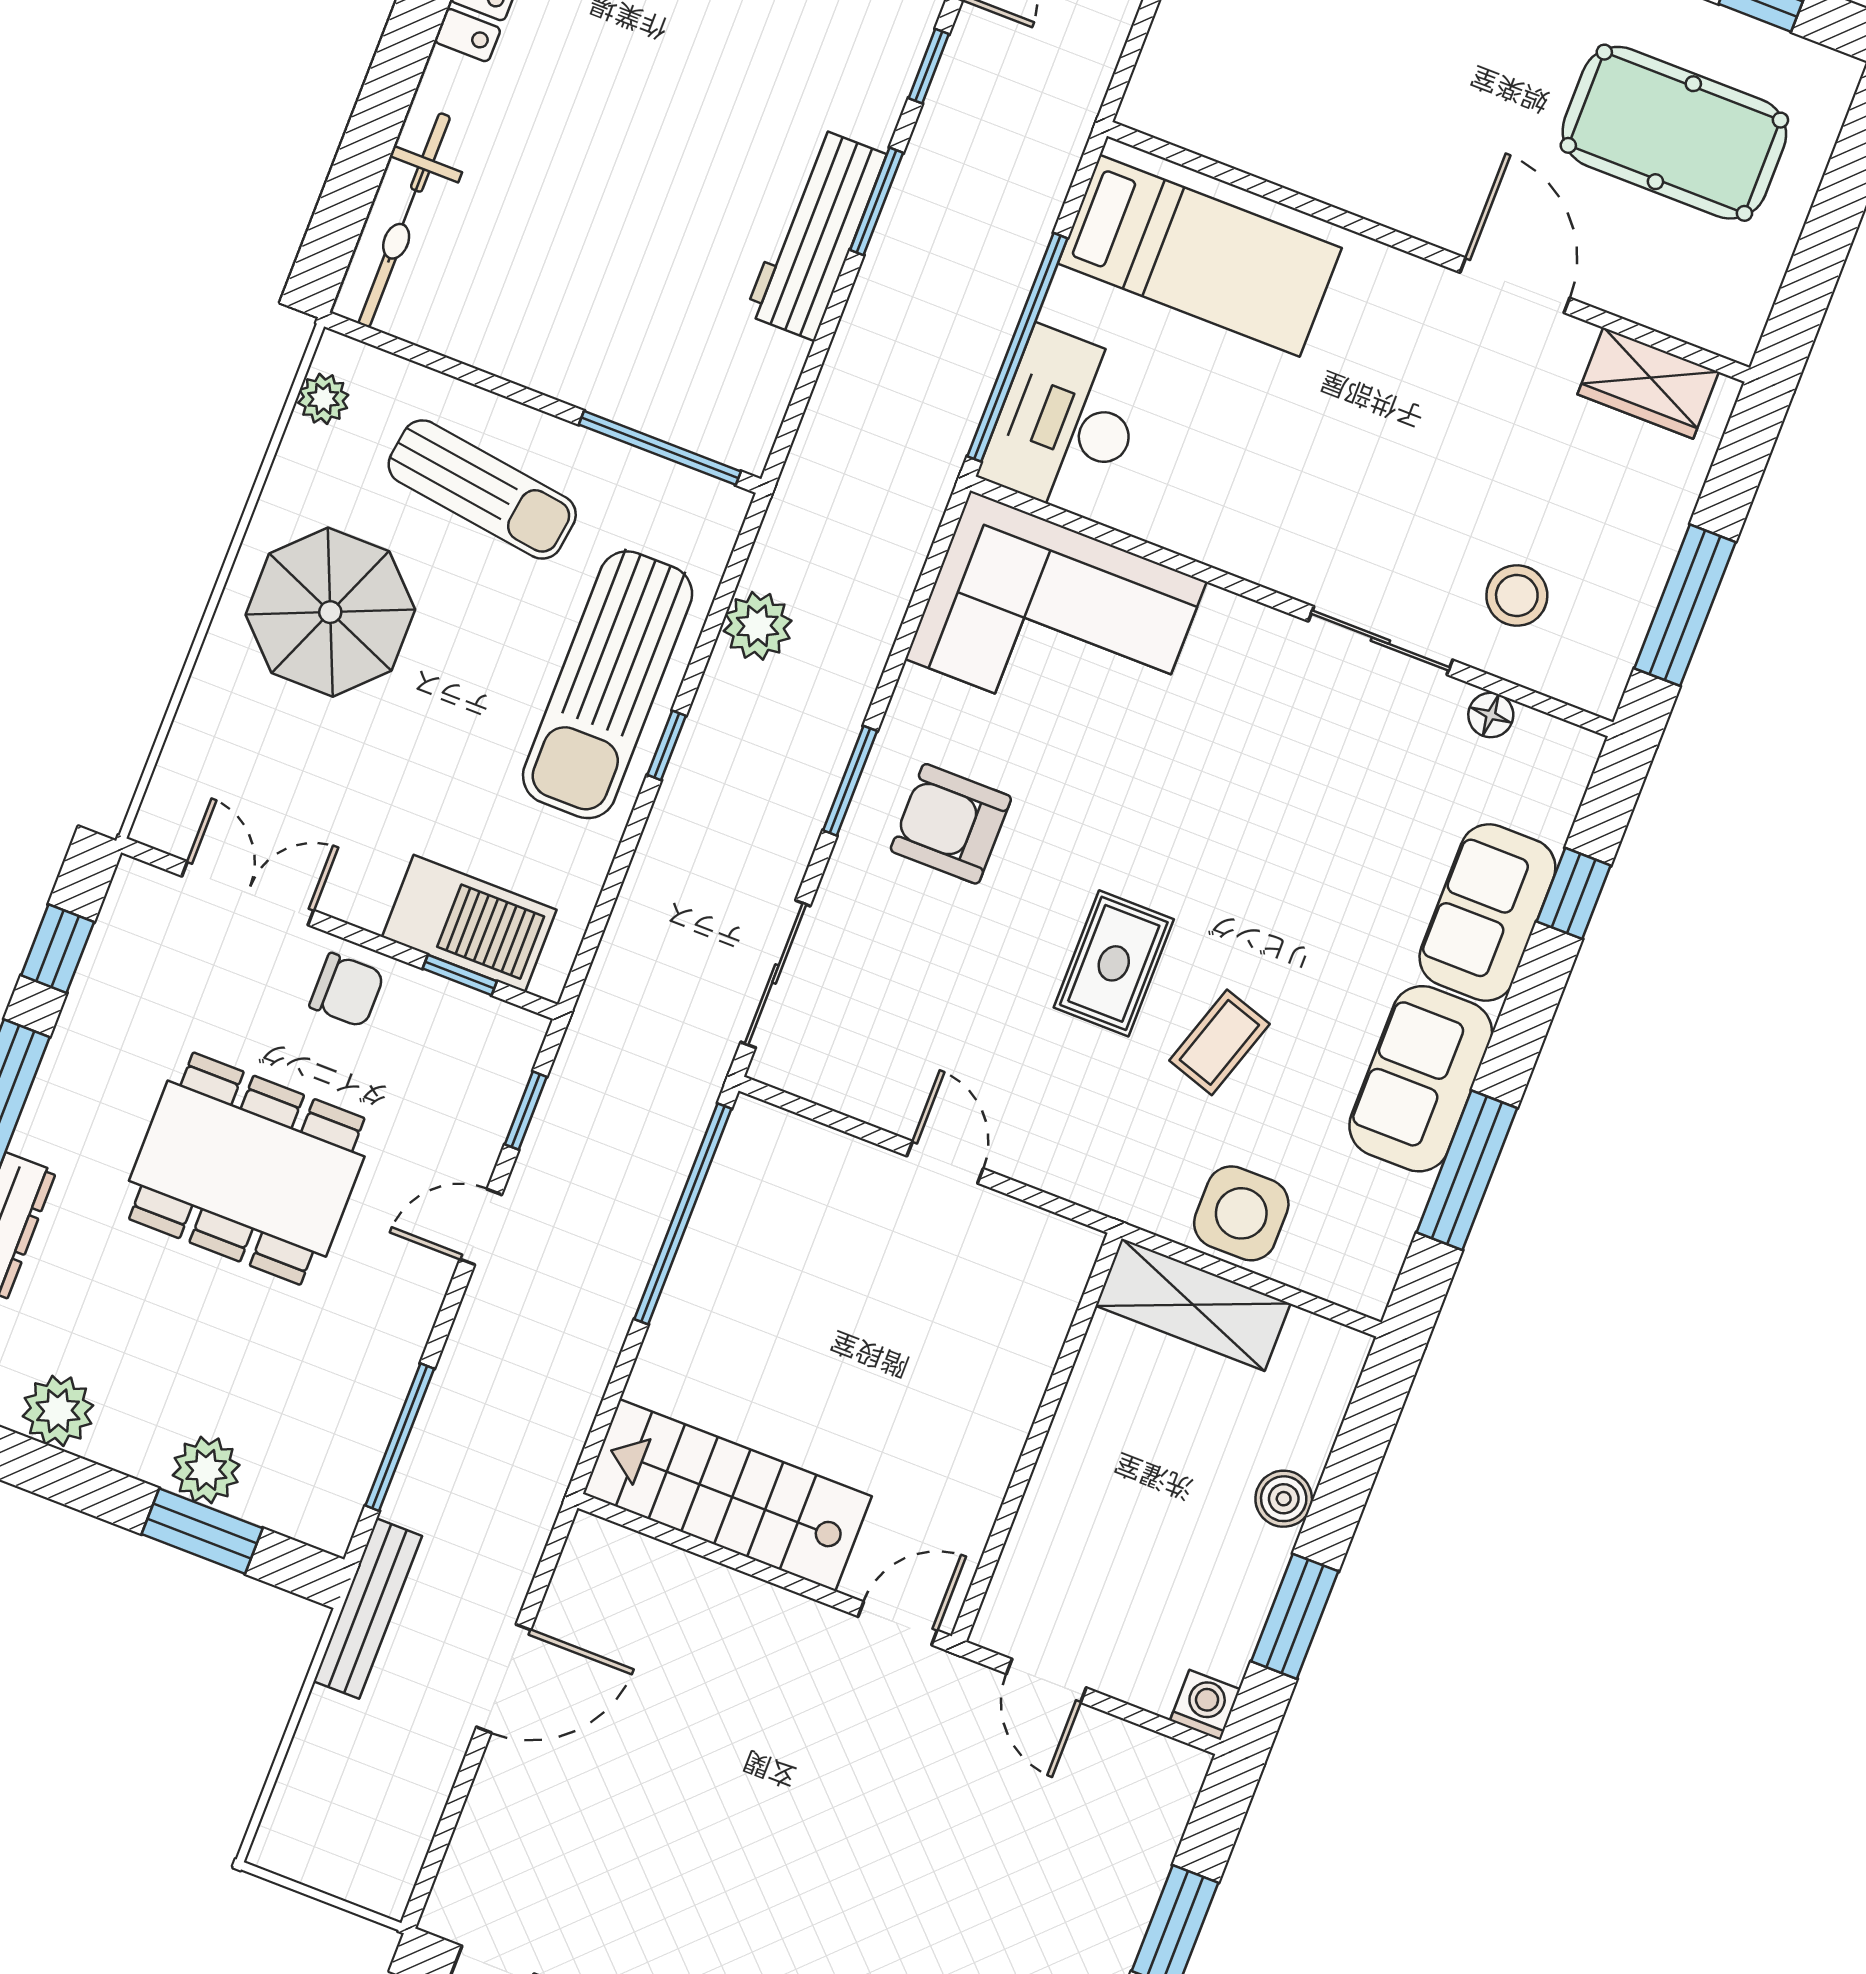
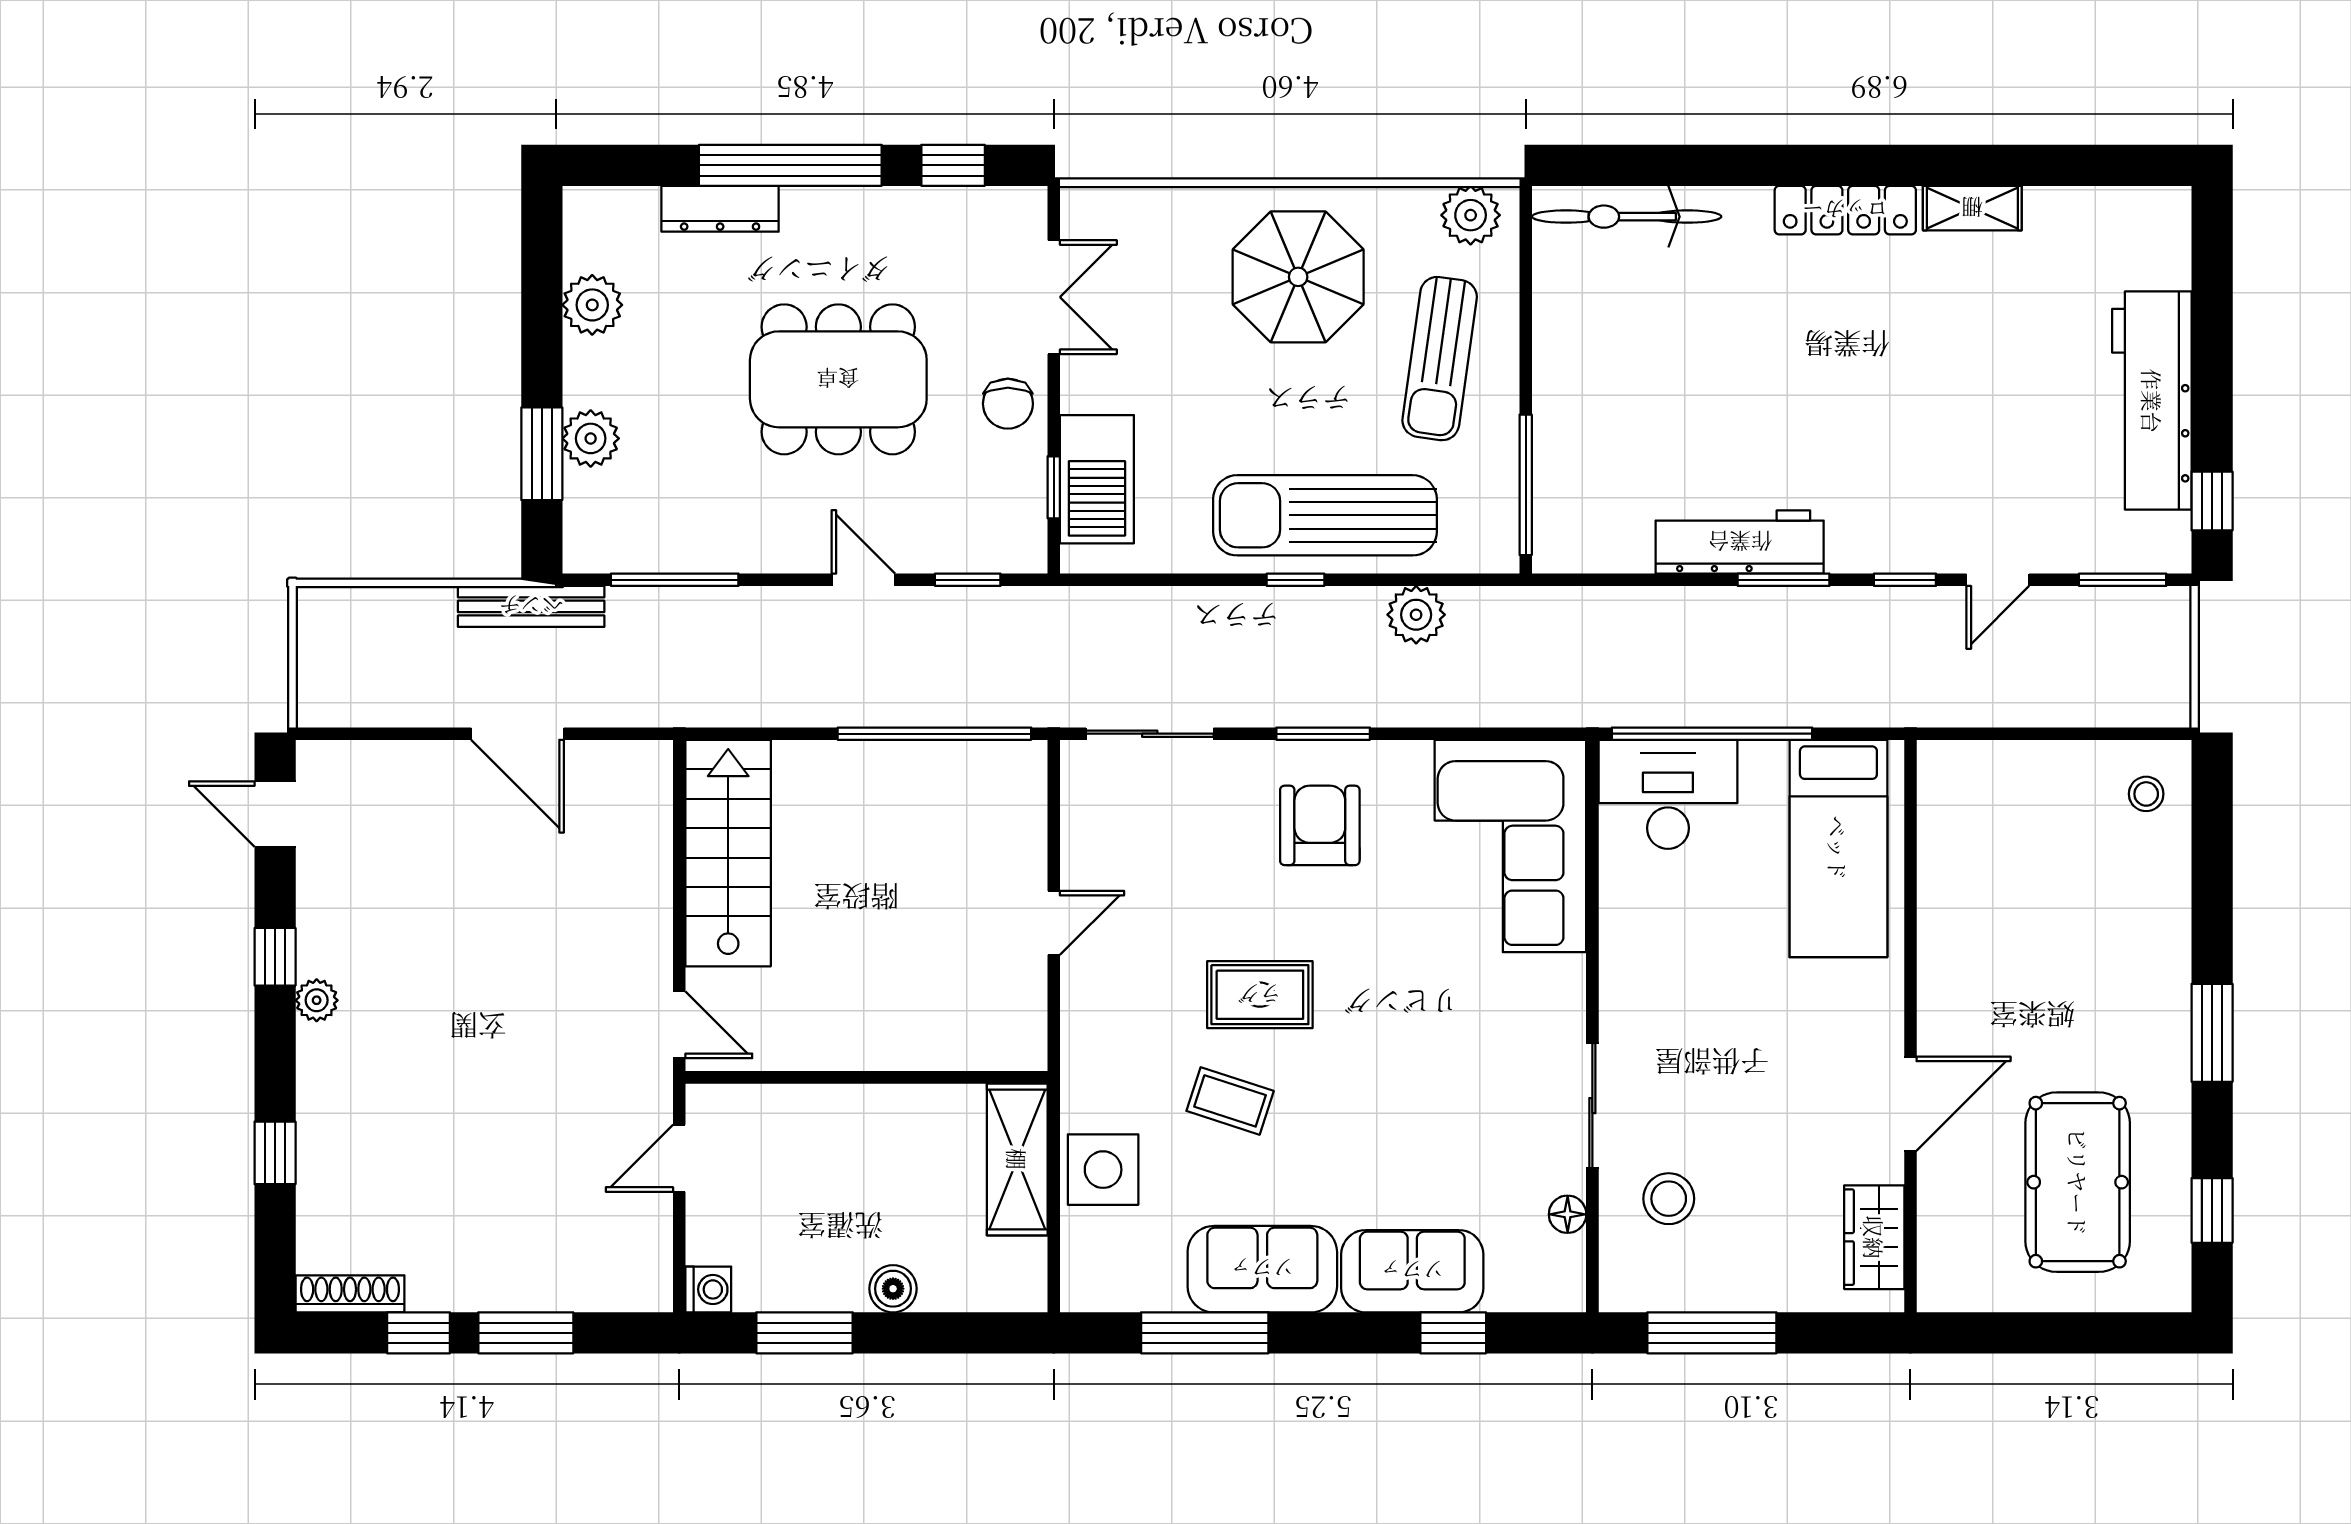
plant: (323, 399) -> (1471, 215), width x1.38, depth x1.38
dining table: (247, 1169) -> (838, 379), turned 90

